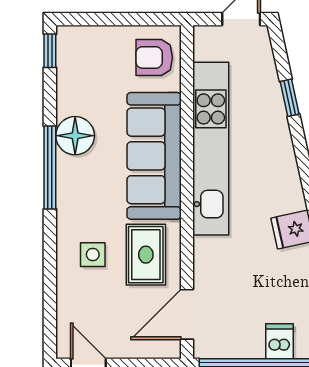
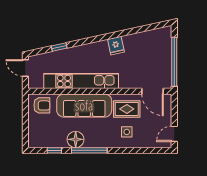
window: (50, 51) -> (54, 150), moved
armchair: (154, 58) -> (42, 105), turned -90
dishwasher: (279, 341) -> (164, 51), removed

